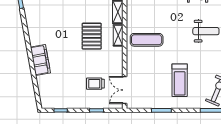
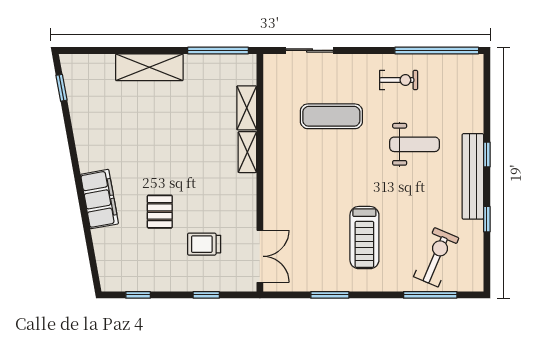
pallet: (92, 36) -> (160, 212), moved, width x0.67, depth x0.71
exercise mat: (147, 40) -> (331, 116), moved
double door: (125, 90) -> (260, 256), swing flipped

